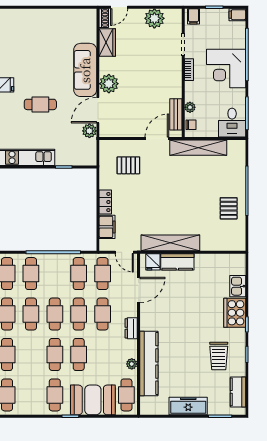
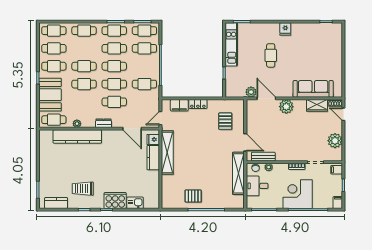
sofa: (85, 70) -> (313, 89), moved
desk: (232, 123) -> (257, 186), moved
cafe table: (103, 274) -> (54, 48), moved
freezer: (188, 406) -> (46, 166), removed

